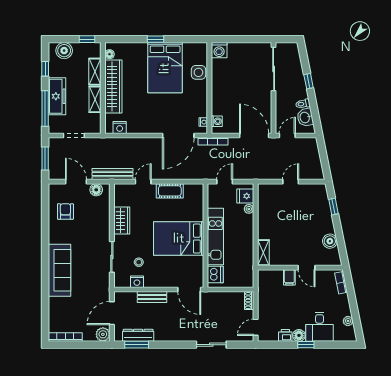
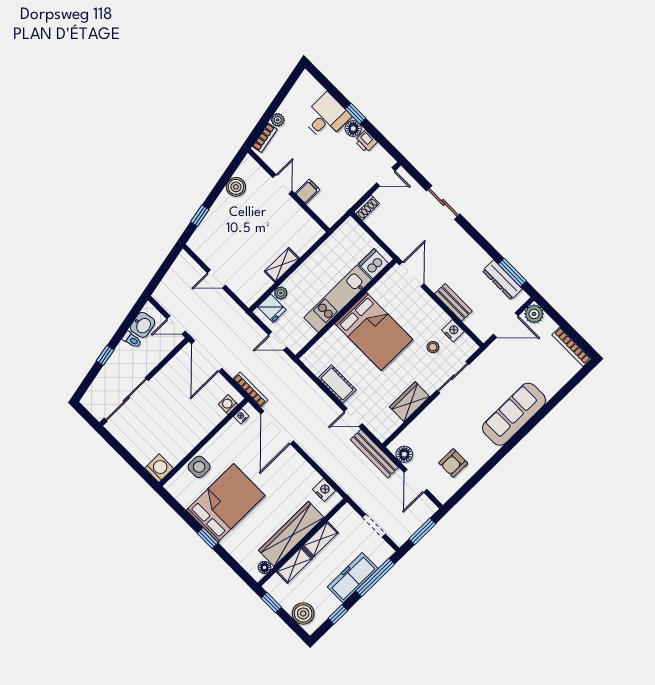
door: (178, 135) -> (277, 427), swing flipped
shelving: (263, 253) -> (282, 265), moved
plant: (348, 321) -> (278, 120), moved

